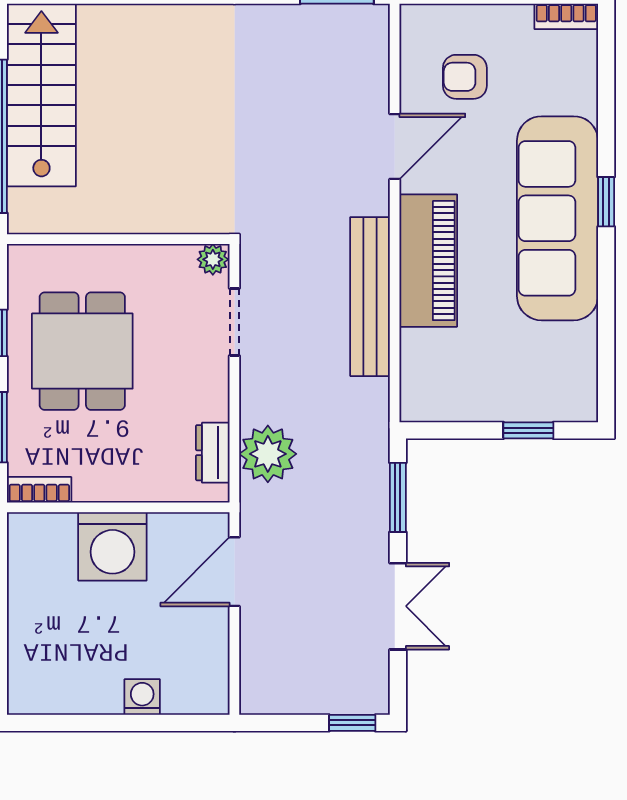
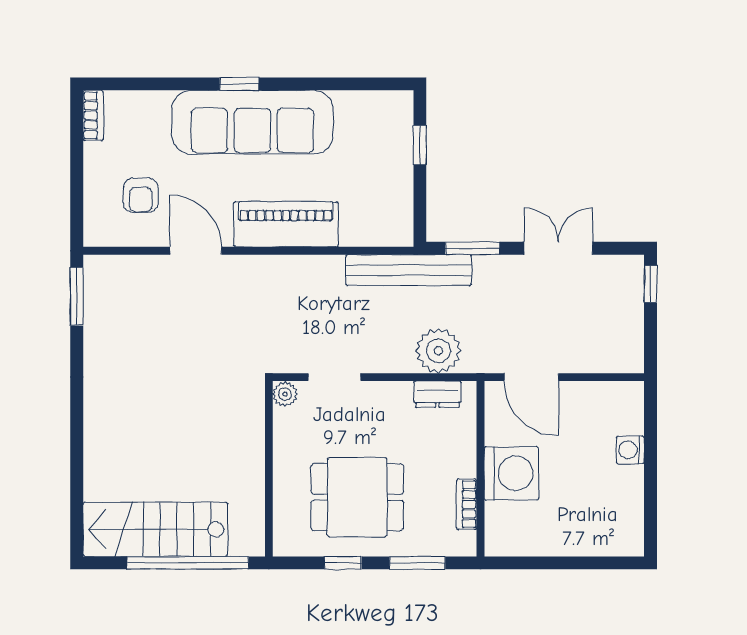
bench: (370, 297) -> (409, 270), moved
bookcase: (39, 490) -> (467, 504), moved

